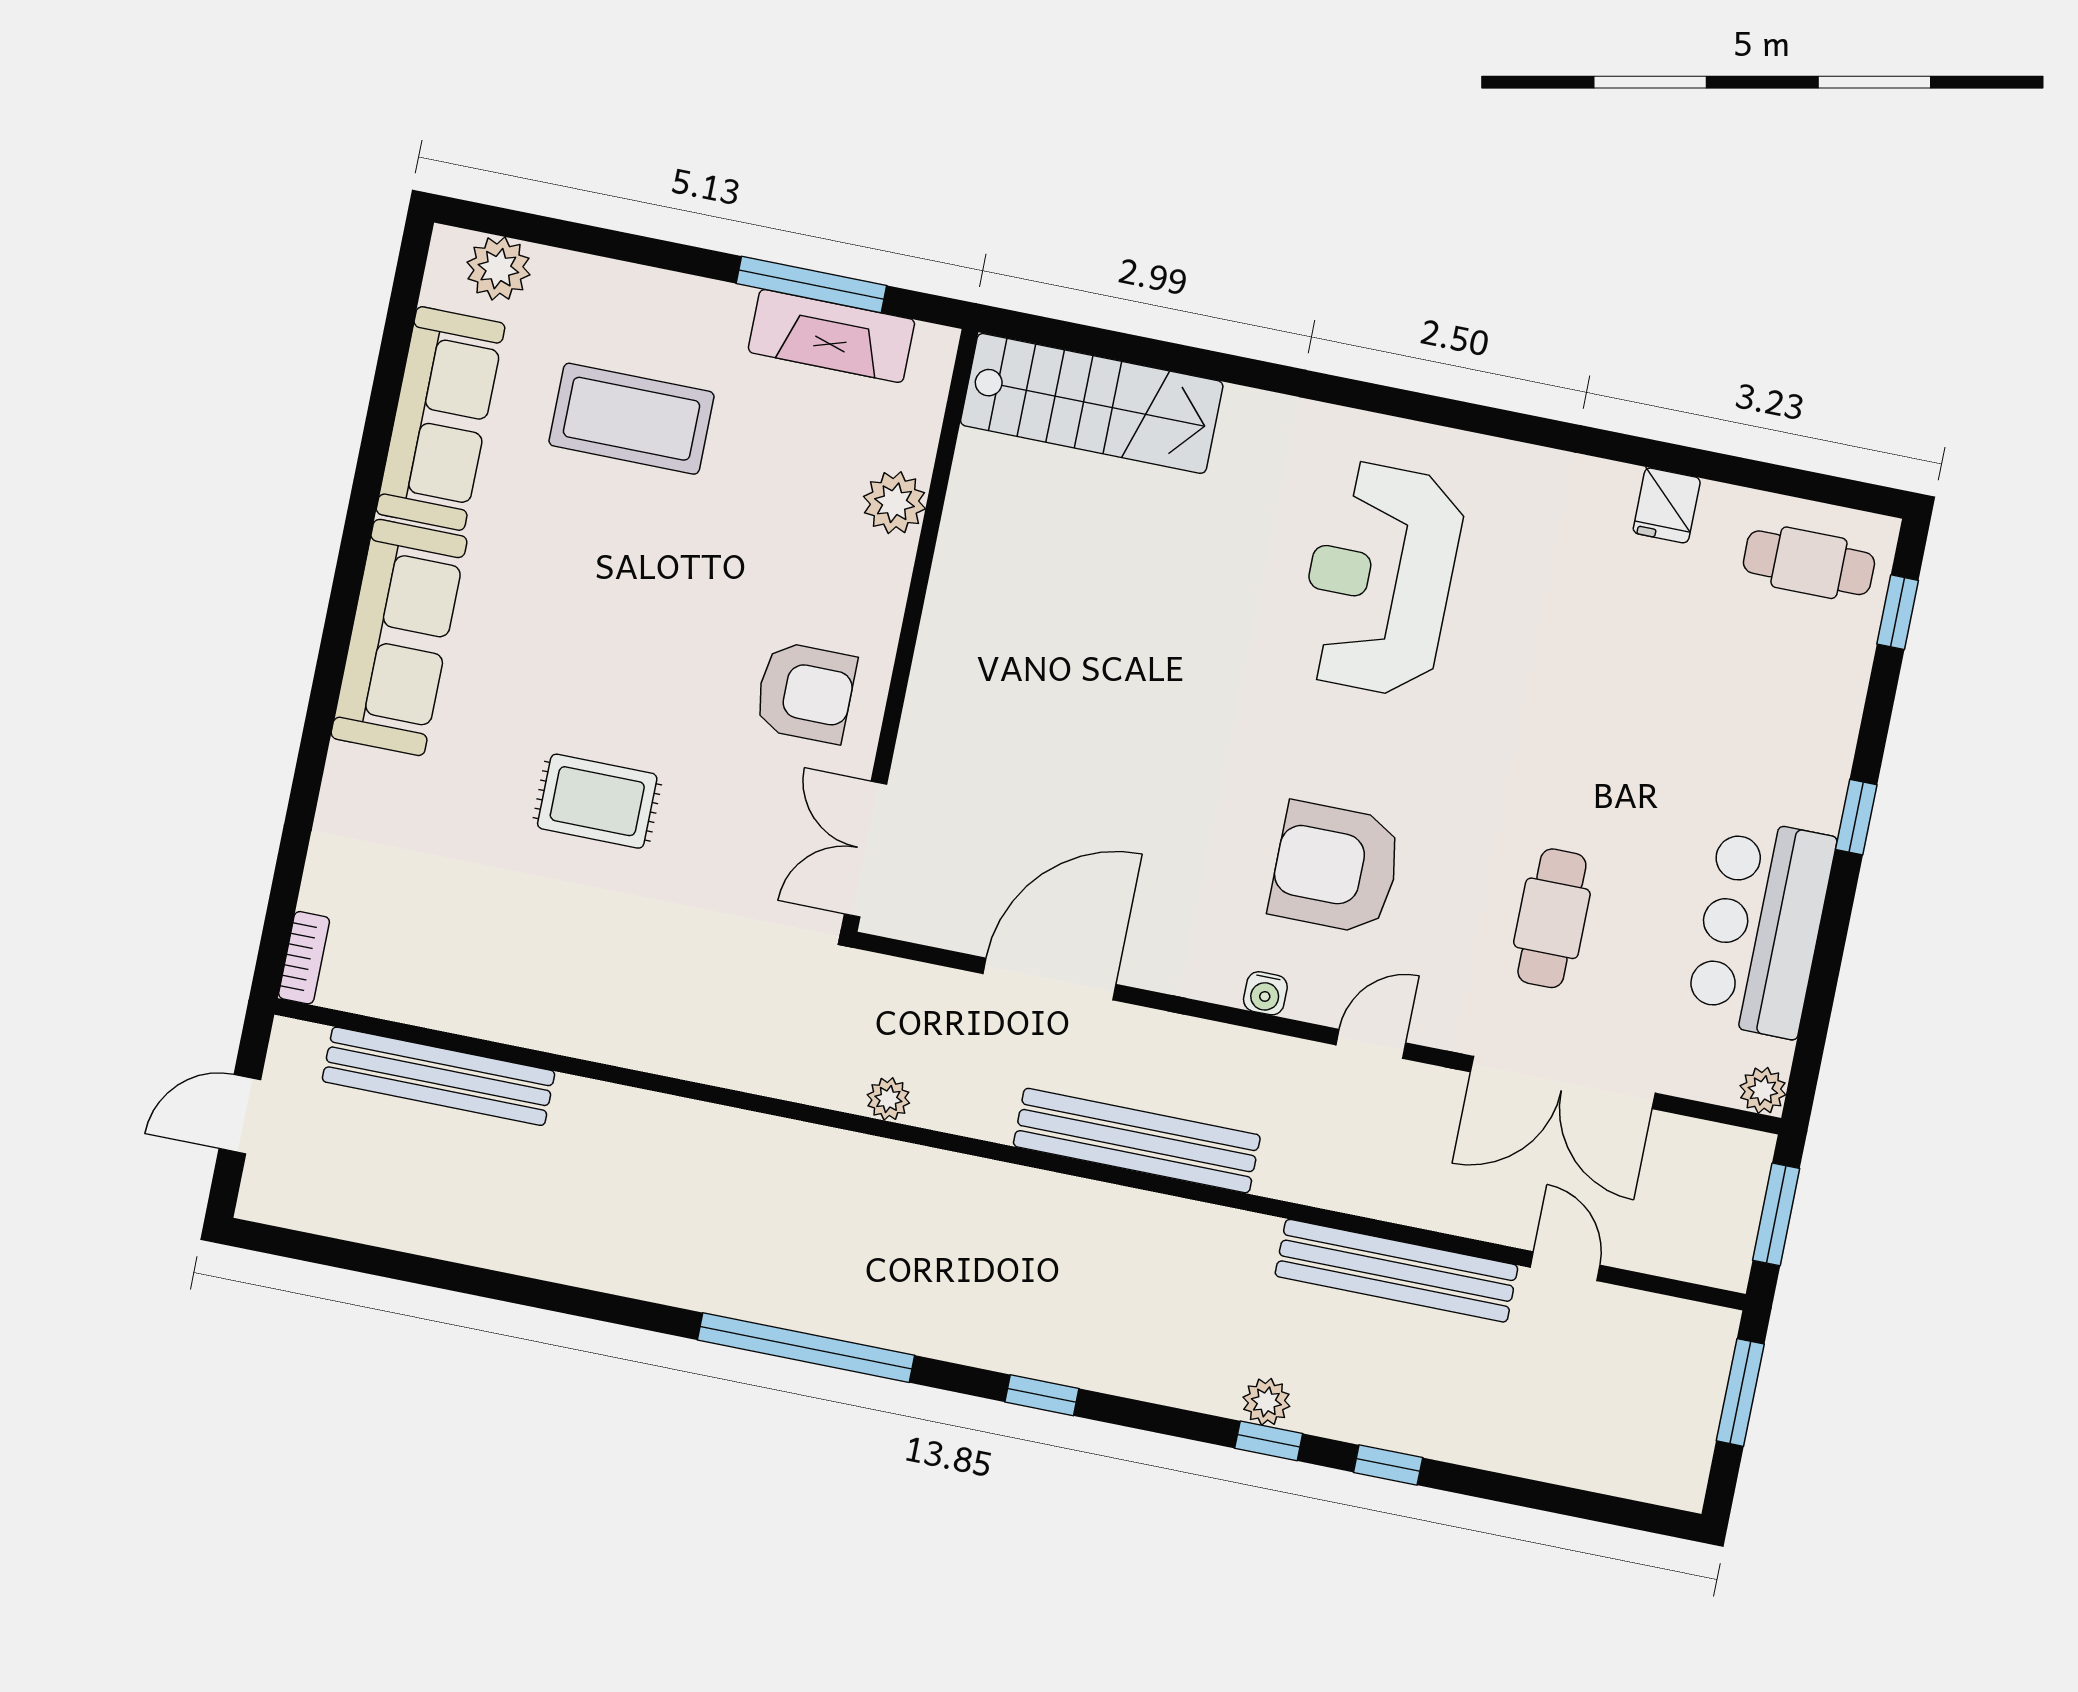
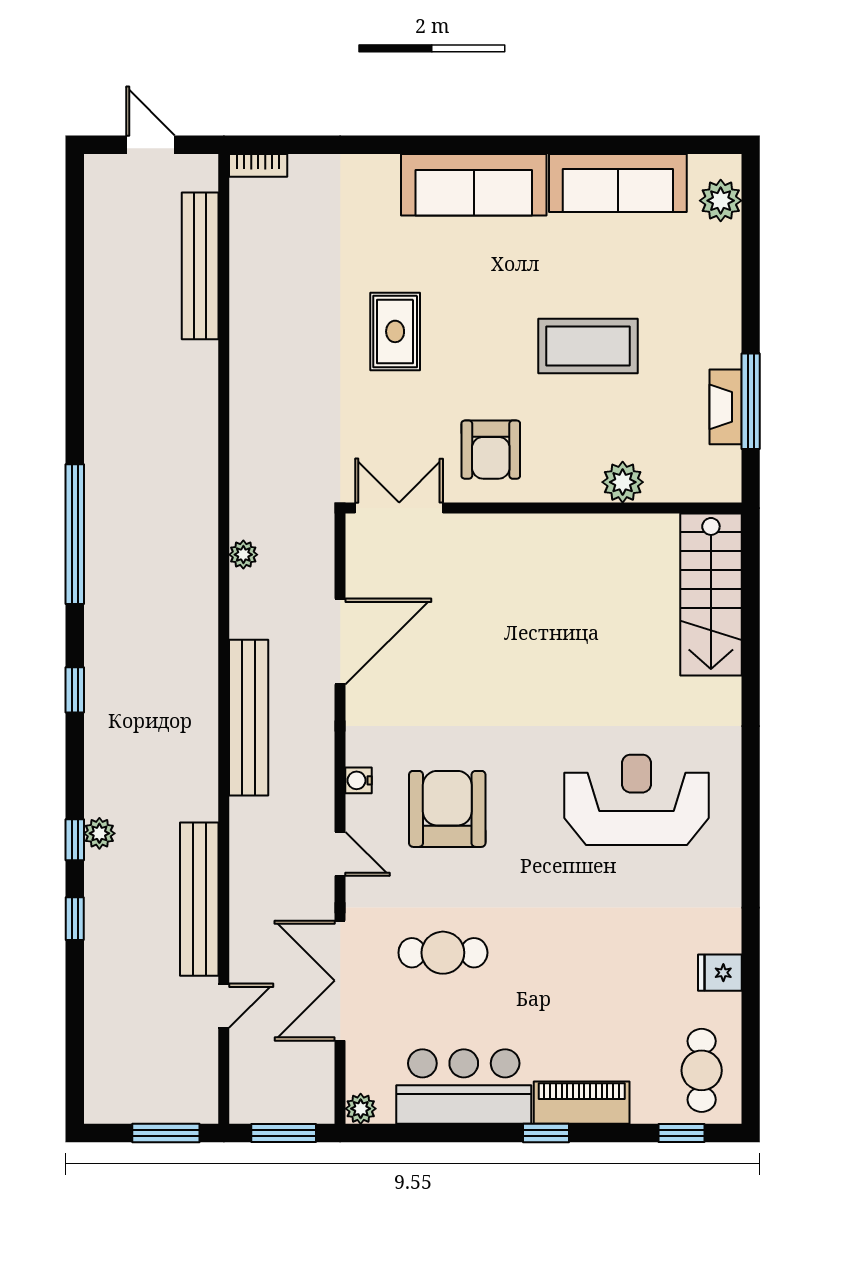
fireplace: (831, 336) -> (726, 407), width x0.73, depth x0.76
coffee table: (631, 419) -> (588, 346), moved, turned 90
piano: (1821, 754) -> (582, 1103), added
door: (1050, 979) -> (340, 641), hinge flipped

